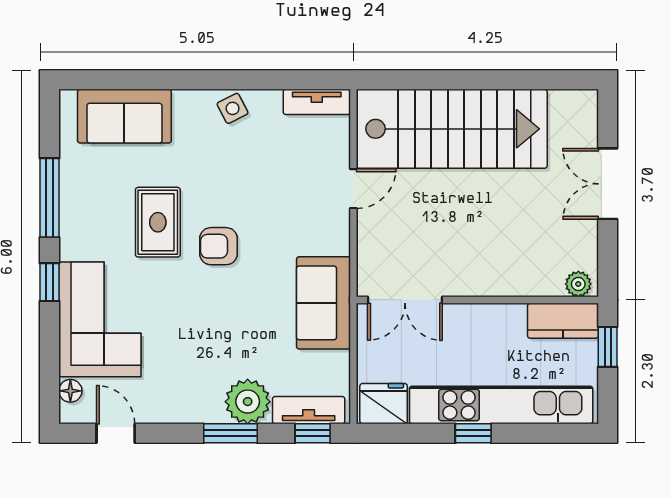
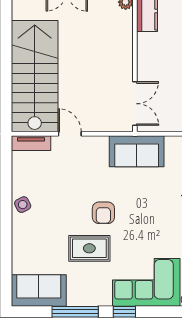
tv unit: (317, 102) -> (31, 143), moved, turned 90
sofa: (124, 116) -> (39, 290), moved, turned -90

